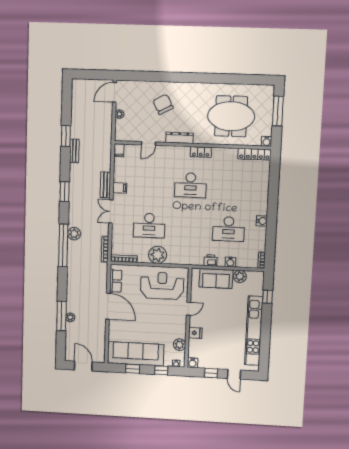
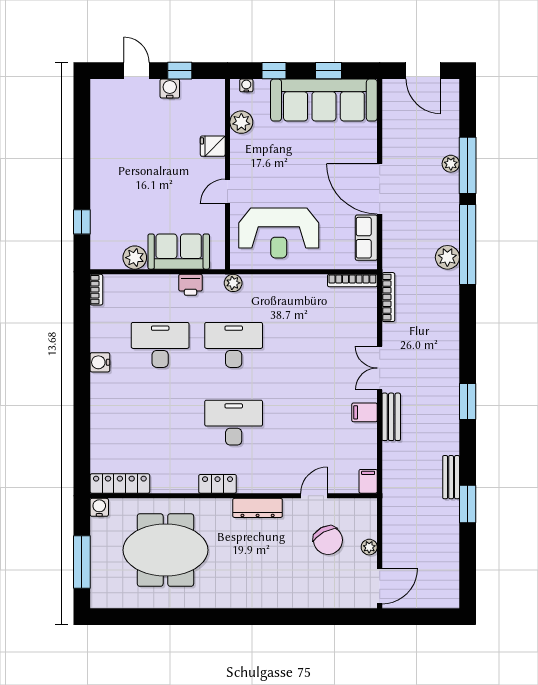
chair: (163, 104) -> (328, 540), moved
double door: (111, 211) -> (380, 368), swing flipped
desk: (149, 226) -> (234, 345), moved
plant: (74, 234) -> (447, 257), moved
window: (63, 245) -> (468, 245), moved
plant: (158, 255) -> (233, 283), moved, width x0.53, depth x0.53
water cooler: (230, 262) -> (154, 283), removed
kitchen unit: (254, 331) -> (104, 156), removed
water cooler: (192, 363) -> (170, 89), moved

